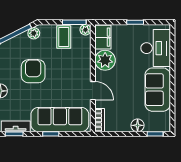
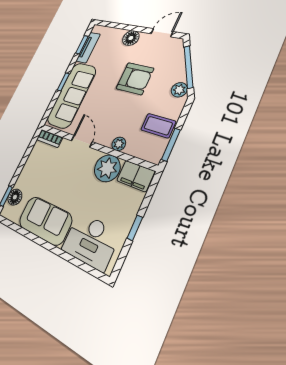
plant: (85, 30) -> (119, 144), moved
door: (93, 91) -> (82, 141), swing flipped
floor lamp: (138, 125) -> (15, 197), moved

